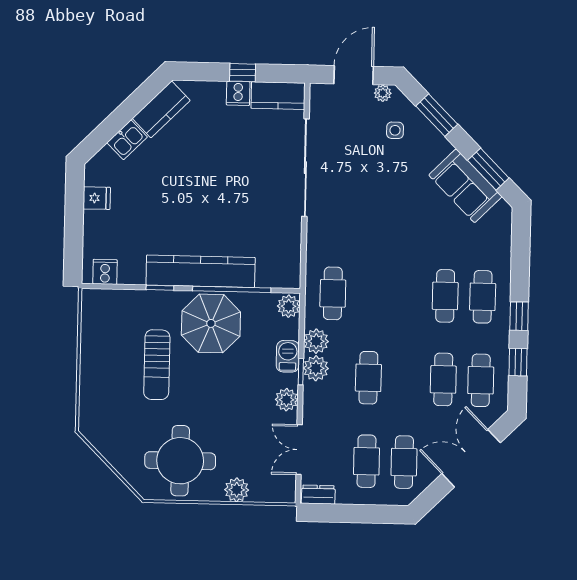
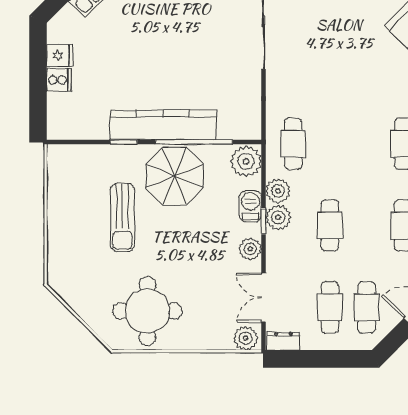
cooker: (105, 272) -> (59, 80), moved, turned 90
plant: (289, 306) -> (246, 161), width x1.36, depth x1.36
plant: (237, 490) -> (246, 338), moved

